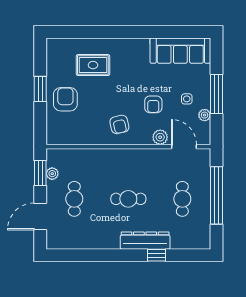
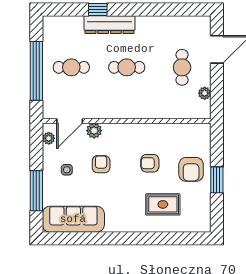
window: (216, 94) -> (36, 191), moved
plant: (205, 115) -> (49, 138), moved
armchair: (119, 124) -> (150, 163), moved, turned -77
door: (184, 147) -> (70, 121), hinge flipped
window: (40, 173) -> (217, 94), removed
cafe table: (182, 199) -> (71, 67), turned 90

